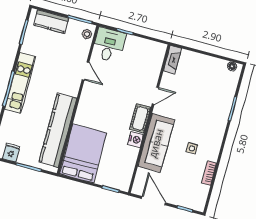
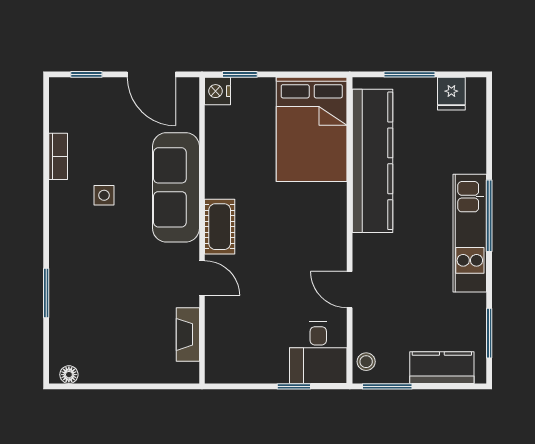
fireplace: (172, 60) -> (188, 334), moved
door: (155, 96) -> (202, 278), swing flipped
nightstand: (136, 140) -> (218, 91), moved

